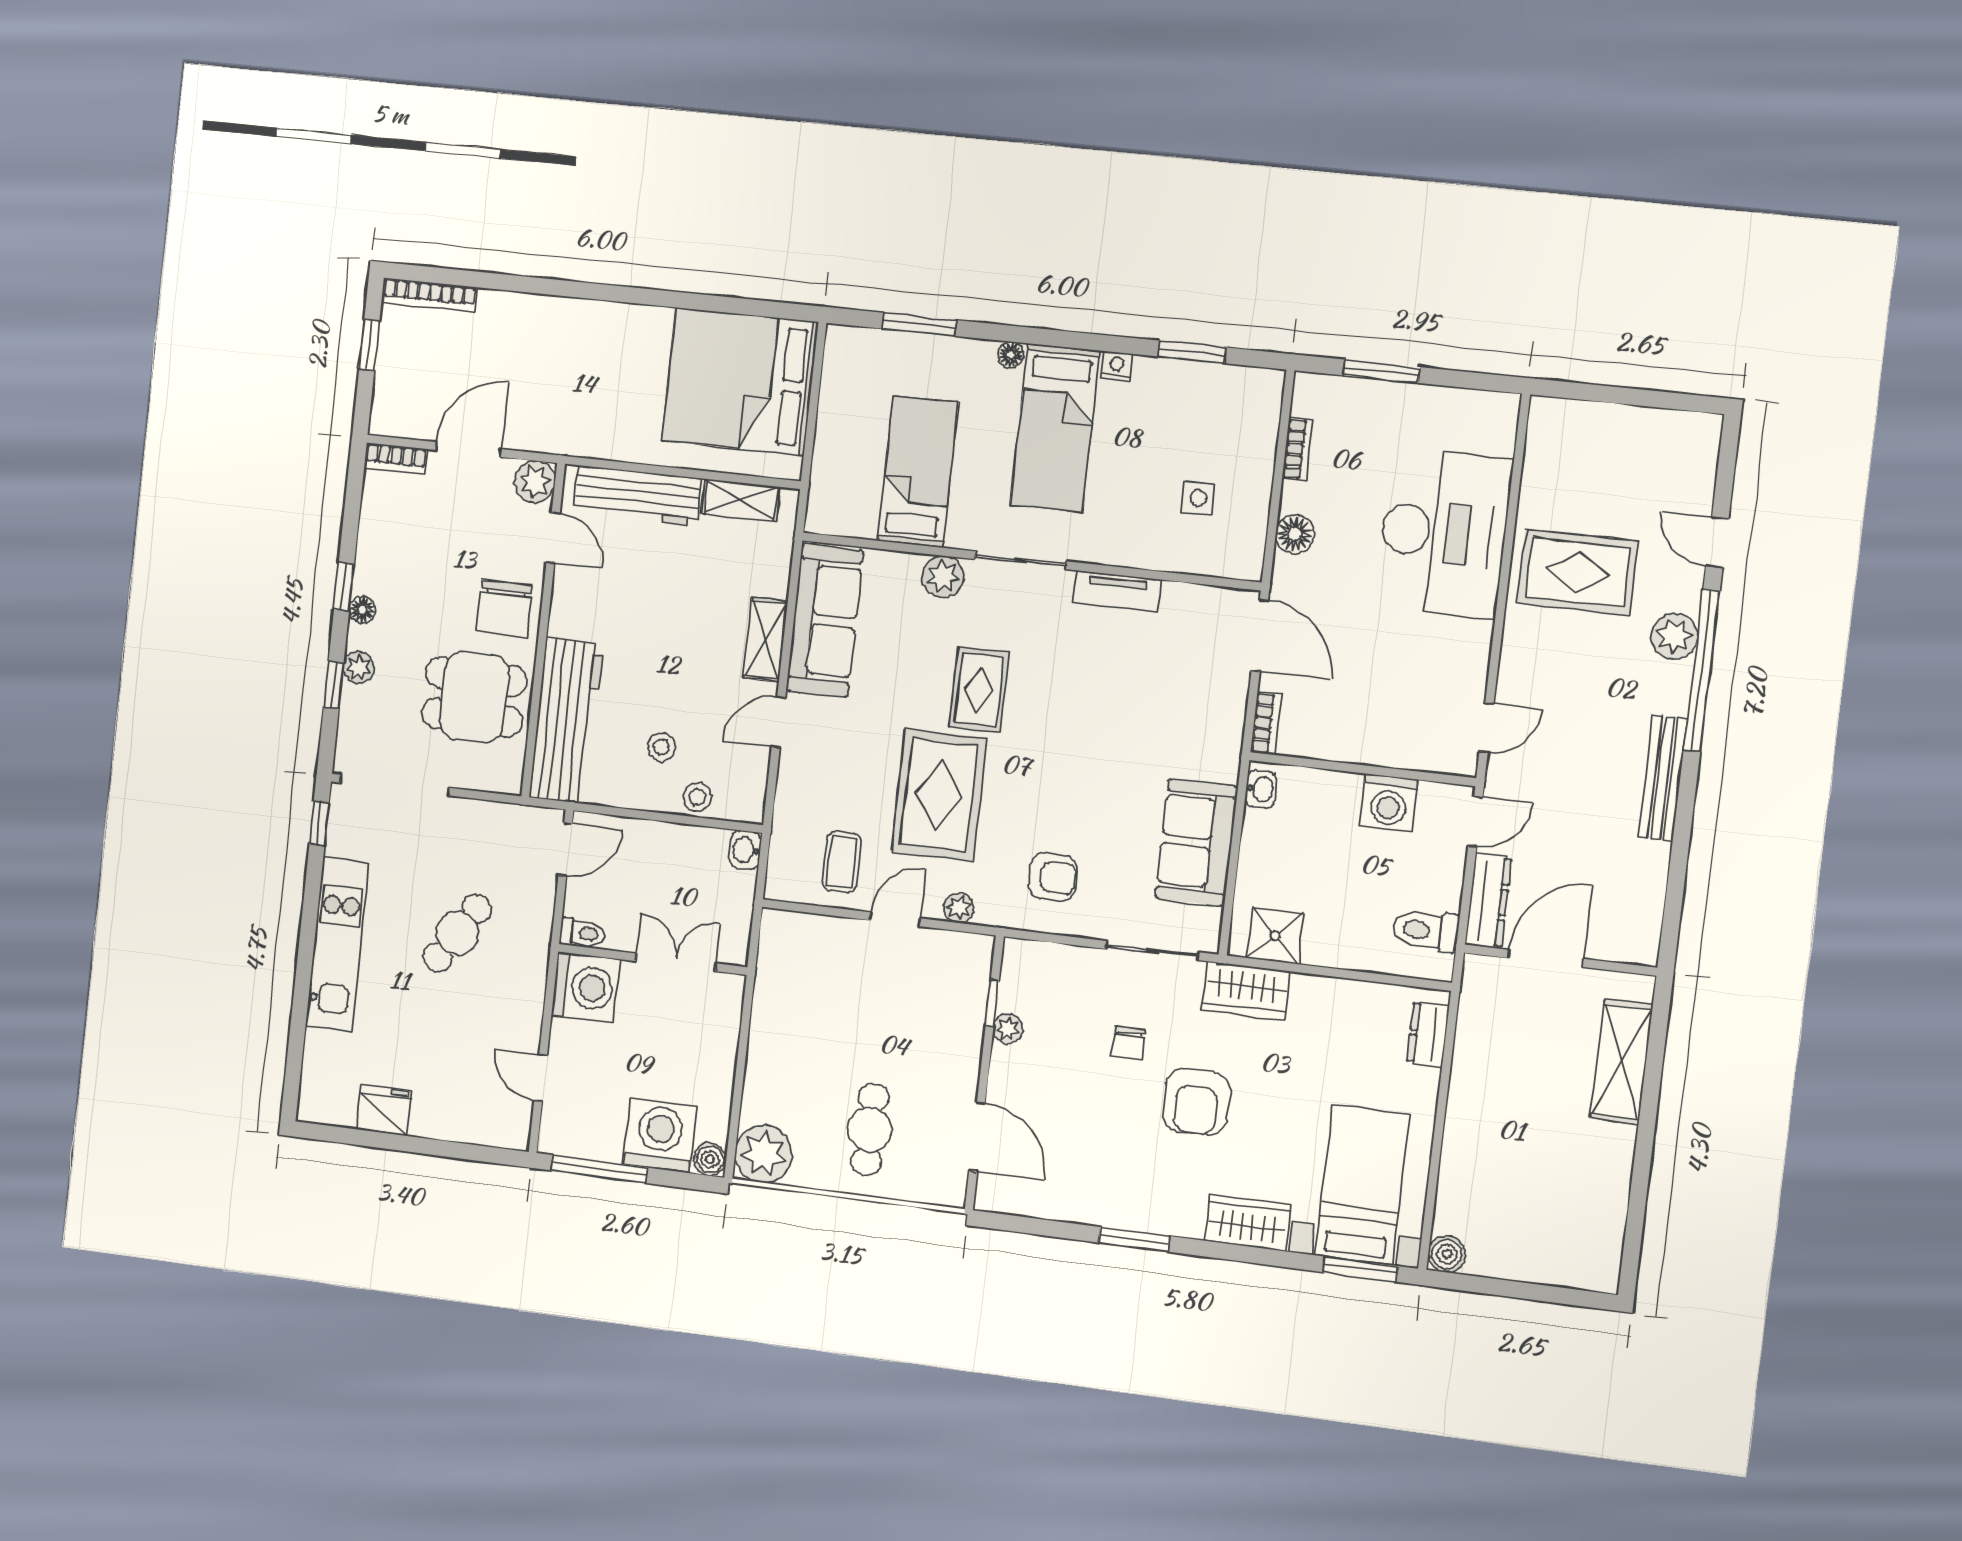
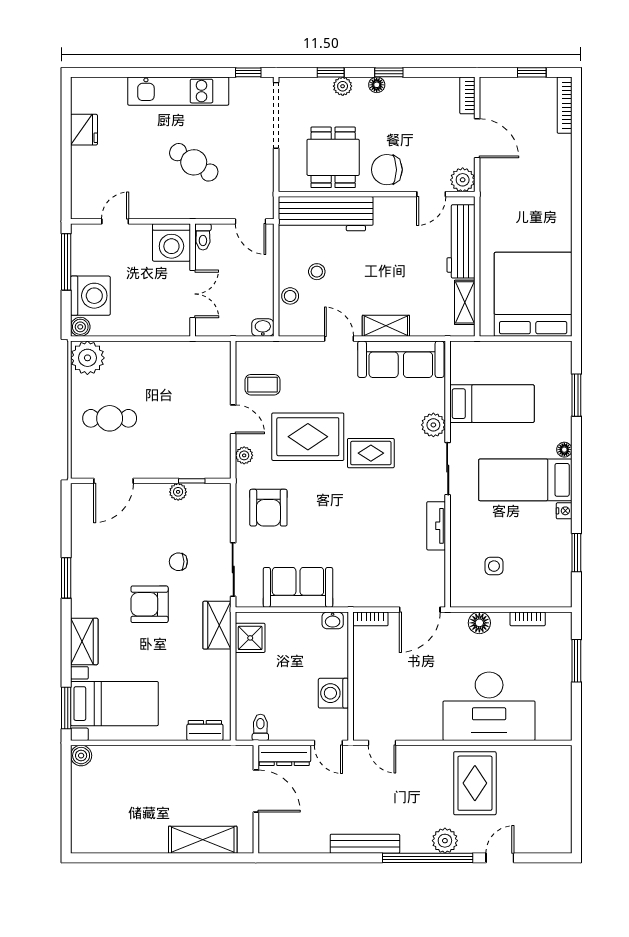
armchair: (1053, 877) -> (268, 508), width x1.38, depth x1.38
toilet: (1426, 930) -> (260, 727), width x0.73, depth x0.72

